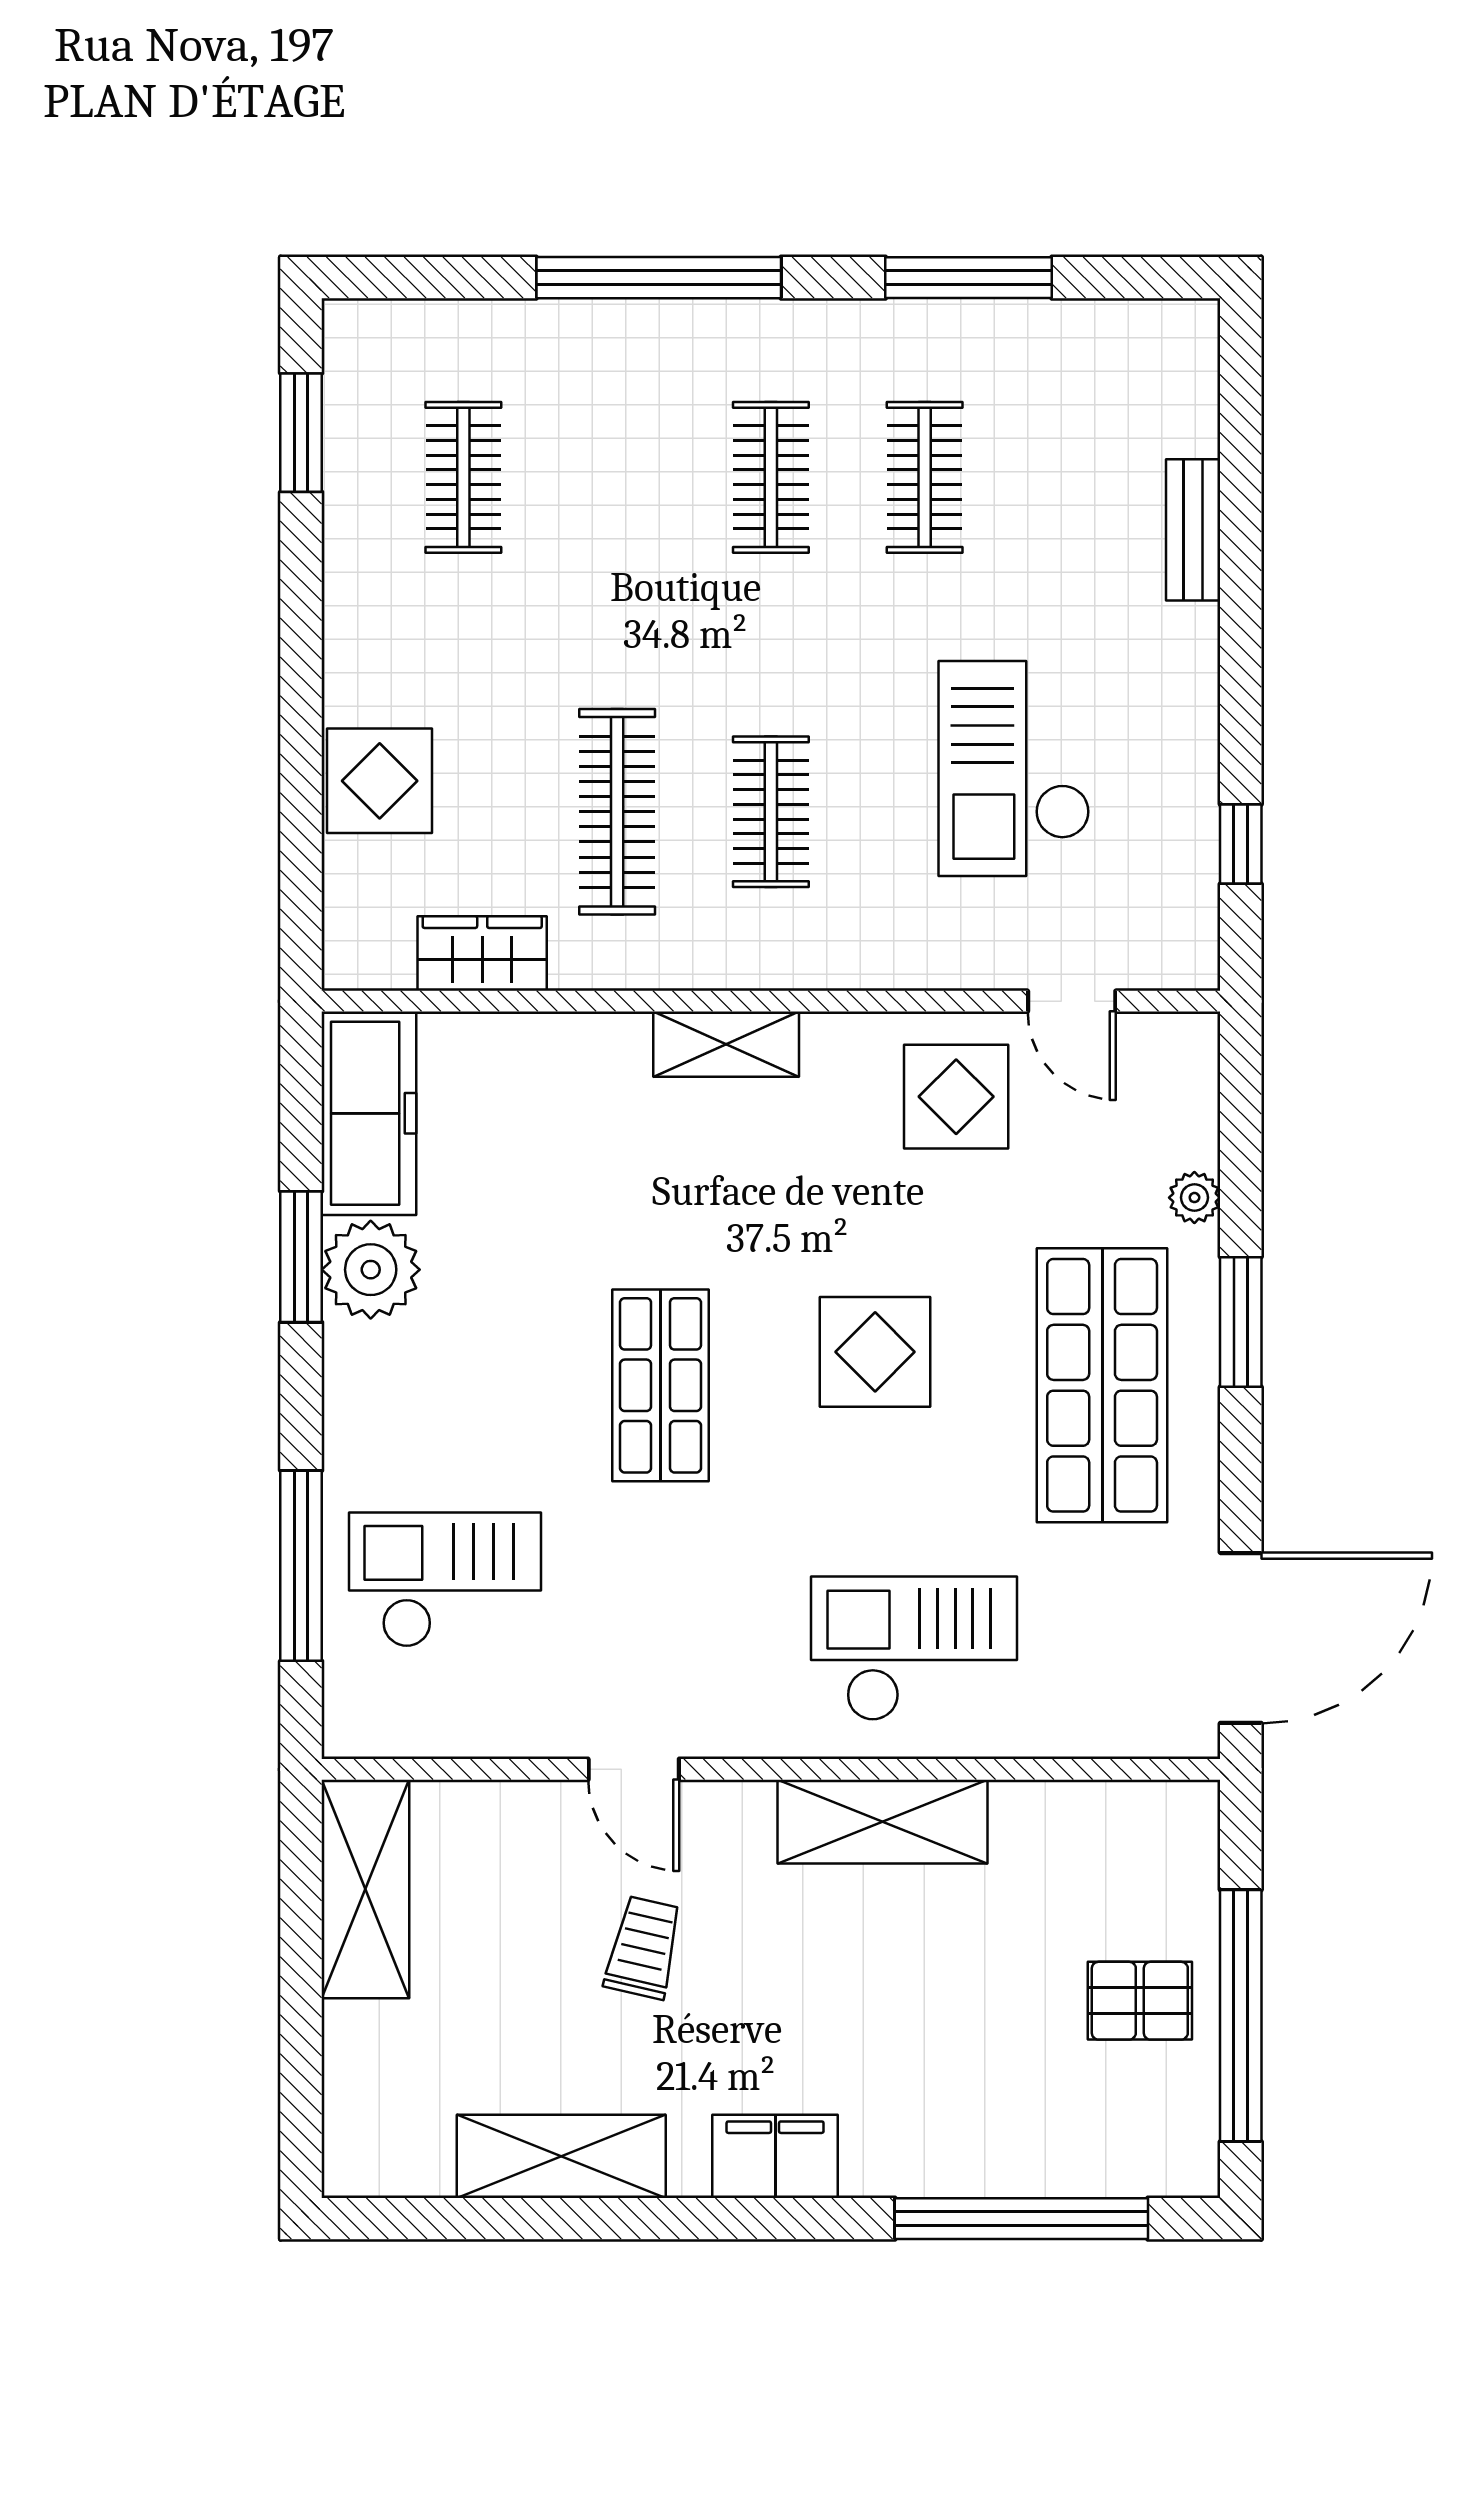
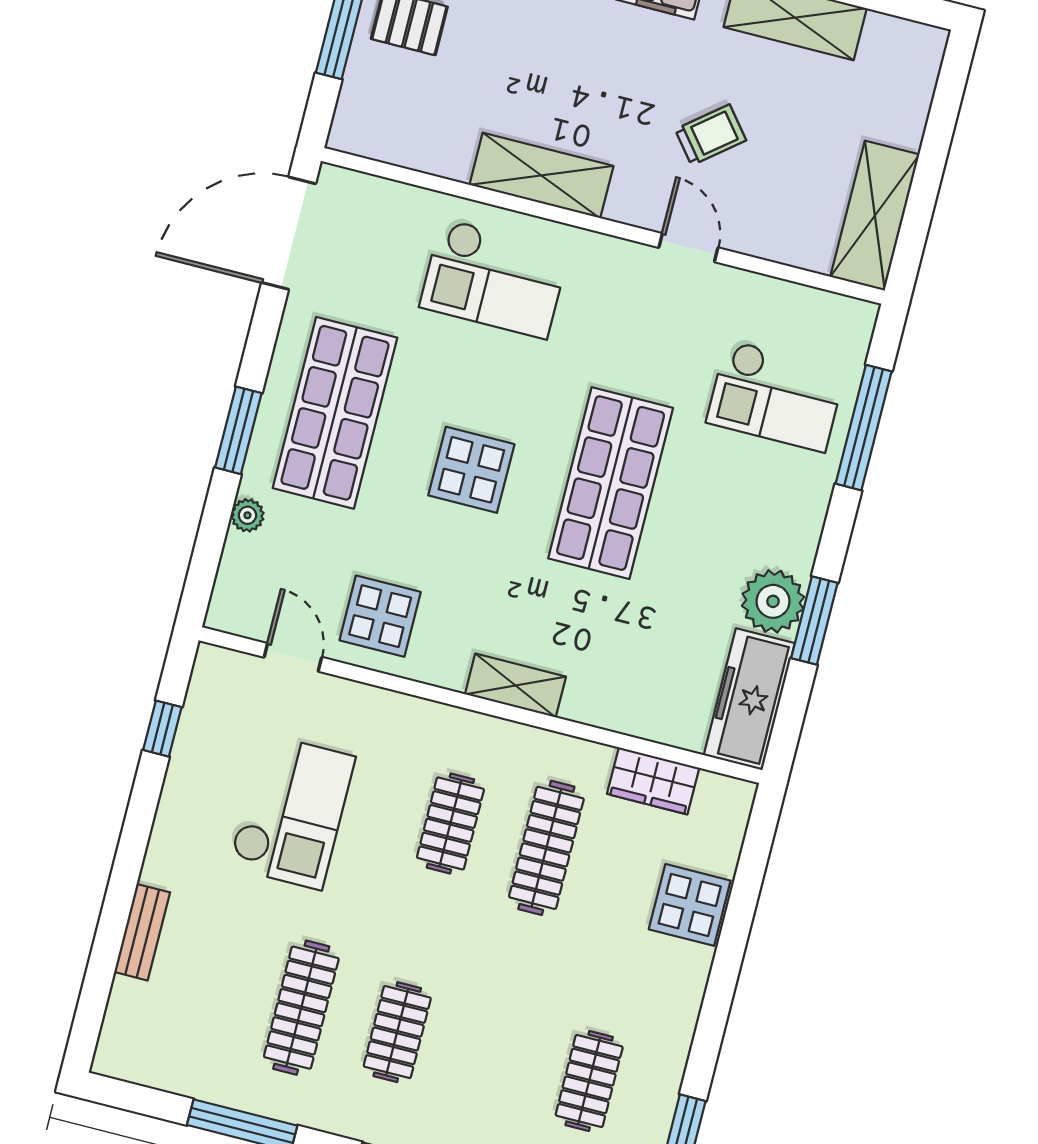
clothes rail: (925, 477) -> (301, 1008), width x1.36
shop shelf: (660, 1385) -> (611, 483), width x1.43, depth x1.36
trolley: (644, 1948) -> (711, 135), turned -142

